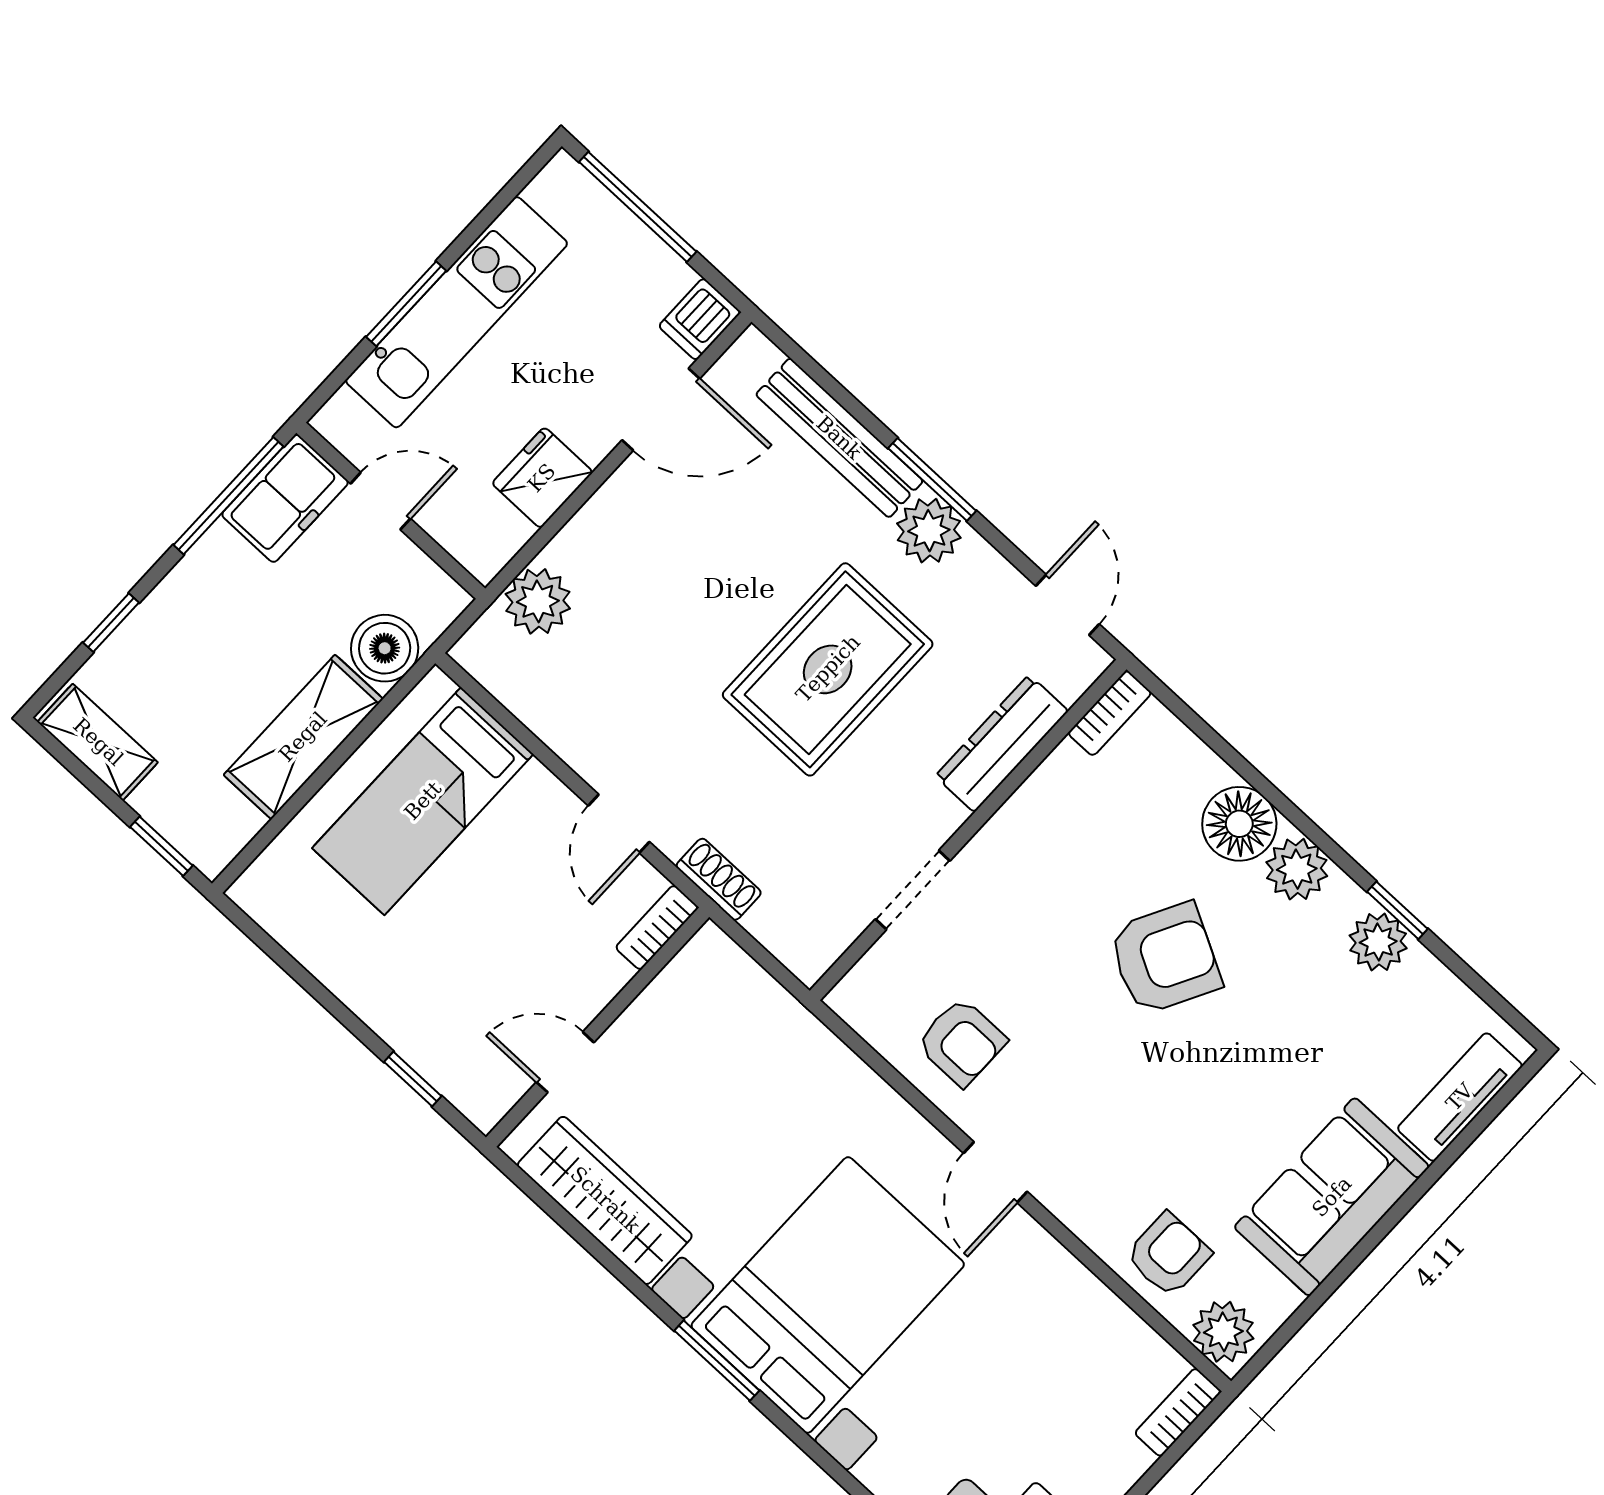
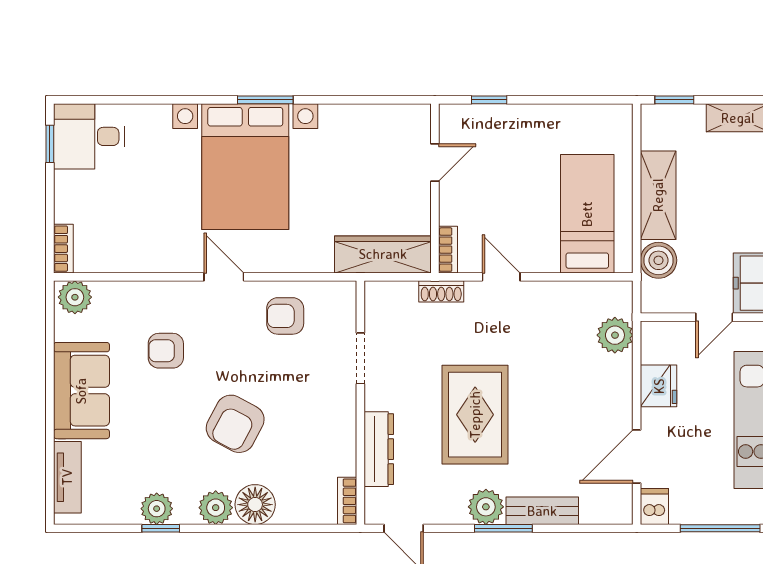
bench: (839, 438) -> (542, 511), width x0.73
wardrobe: (605, 1200) -> (383, 254), moved, turned 180
armchair: (1168, 1255) -> (166, 351), moved, turned 90

